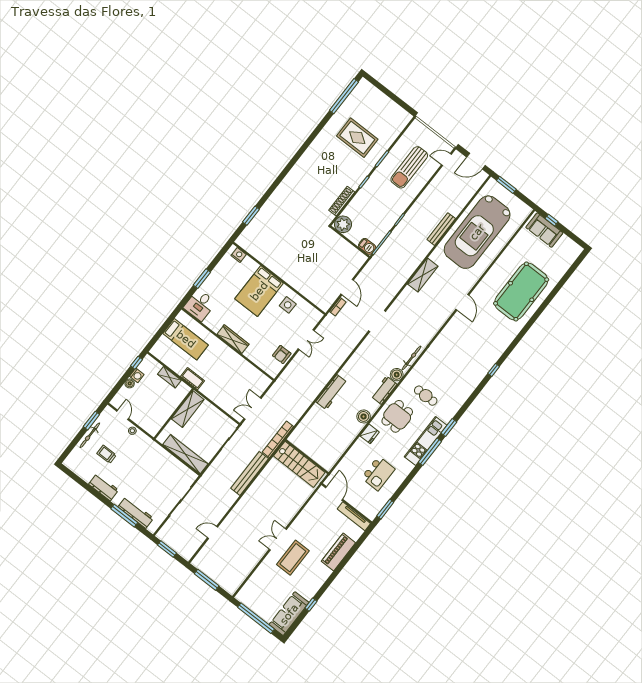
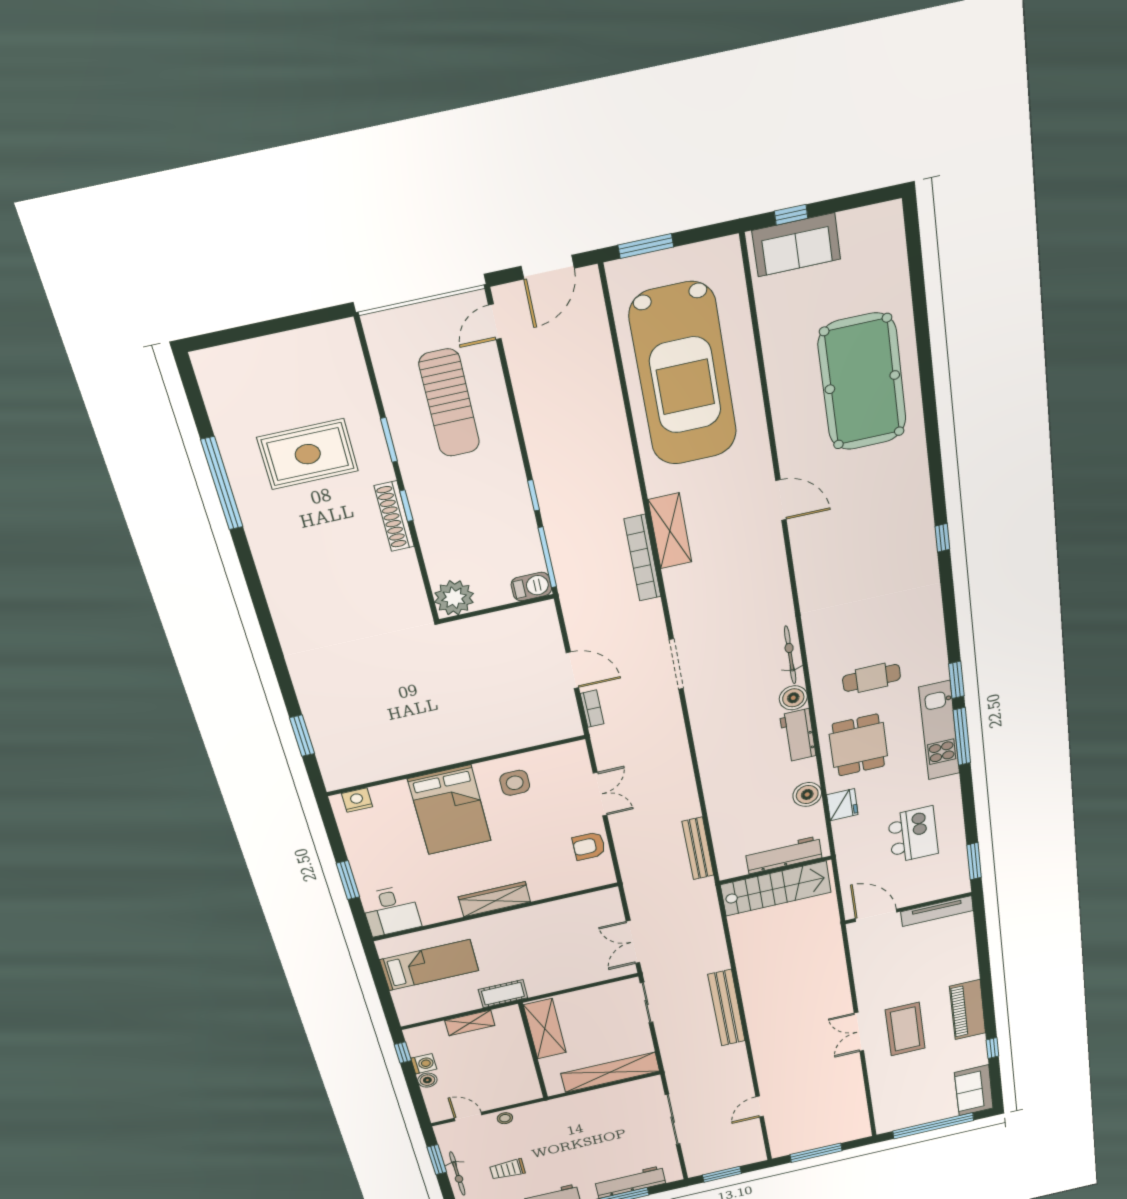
window: (344, 96) -> (222, 483), moved
shoe rack: (342, 201) -> (394, 516), moved
bench: (441, 229) -> (698, 848), moved
armchair: (282, 355) -> (589, 846), turned 90
workbench: (331, 392) -> (784, 855), moved, turned -90
bookcase: (278, 439) -> (643, 558), moved
wall: (307, 457) -> (776, 870), moved
stairs: (299, 464) -> (776, 889), moved
piano: (338, 552) -> (968, 1010), moved
sofa: (289, 614) -> (974, 1090), width x0.73

